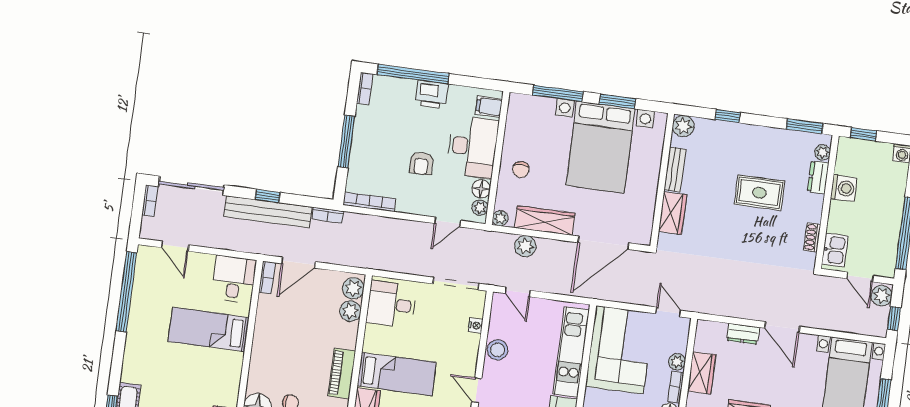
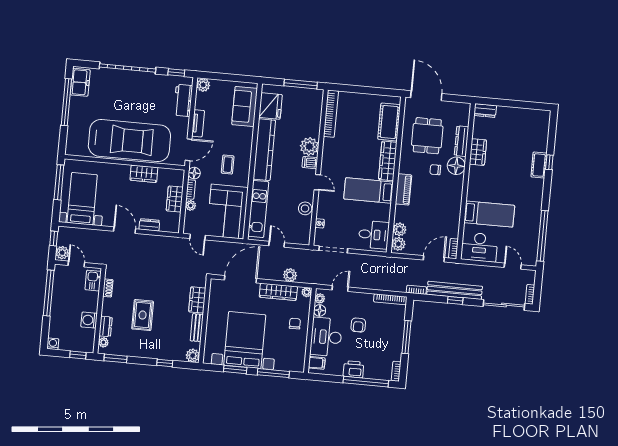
armchair: (421, 163) -> (358, 325), turned 180
rug: (759, 193) -> (143, 315), turned 90
desk: (234, 279) -> (479, 247), width x1.37
door: (518, 292) -> (277, 244), moved

